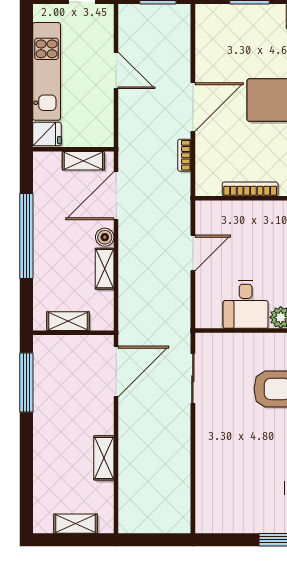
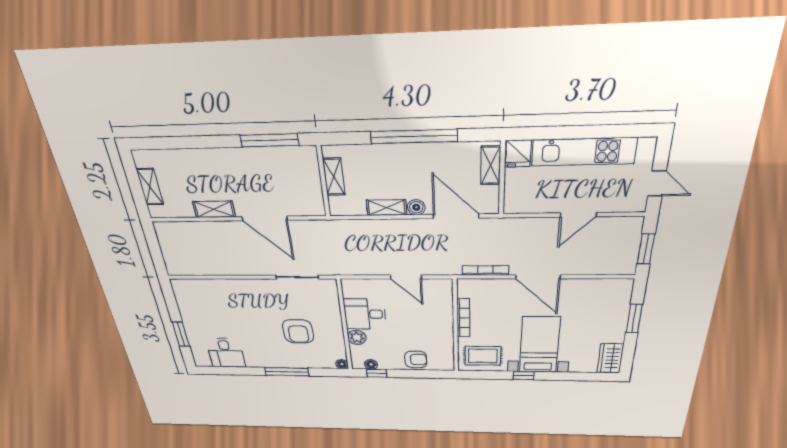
bookcase: (184, 155) -> (486, 270), width x1.56
shelving: (83, 161) -> (491, 165), moved
door: (116, 371) -> (265, 218), moved

